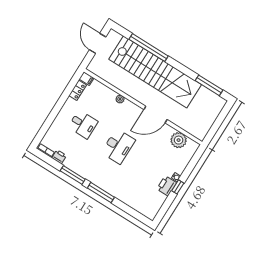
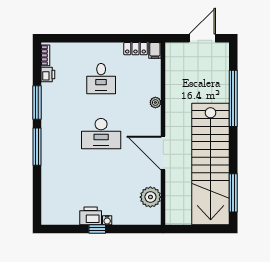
stairs: (155, 72) -> (211, 164), moved

